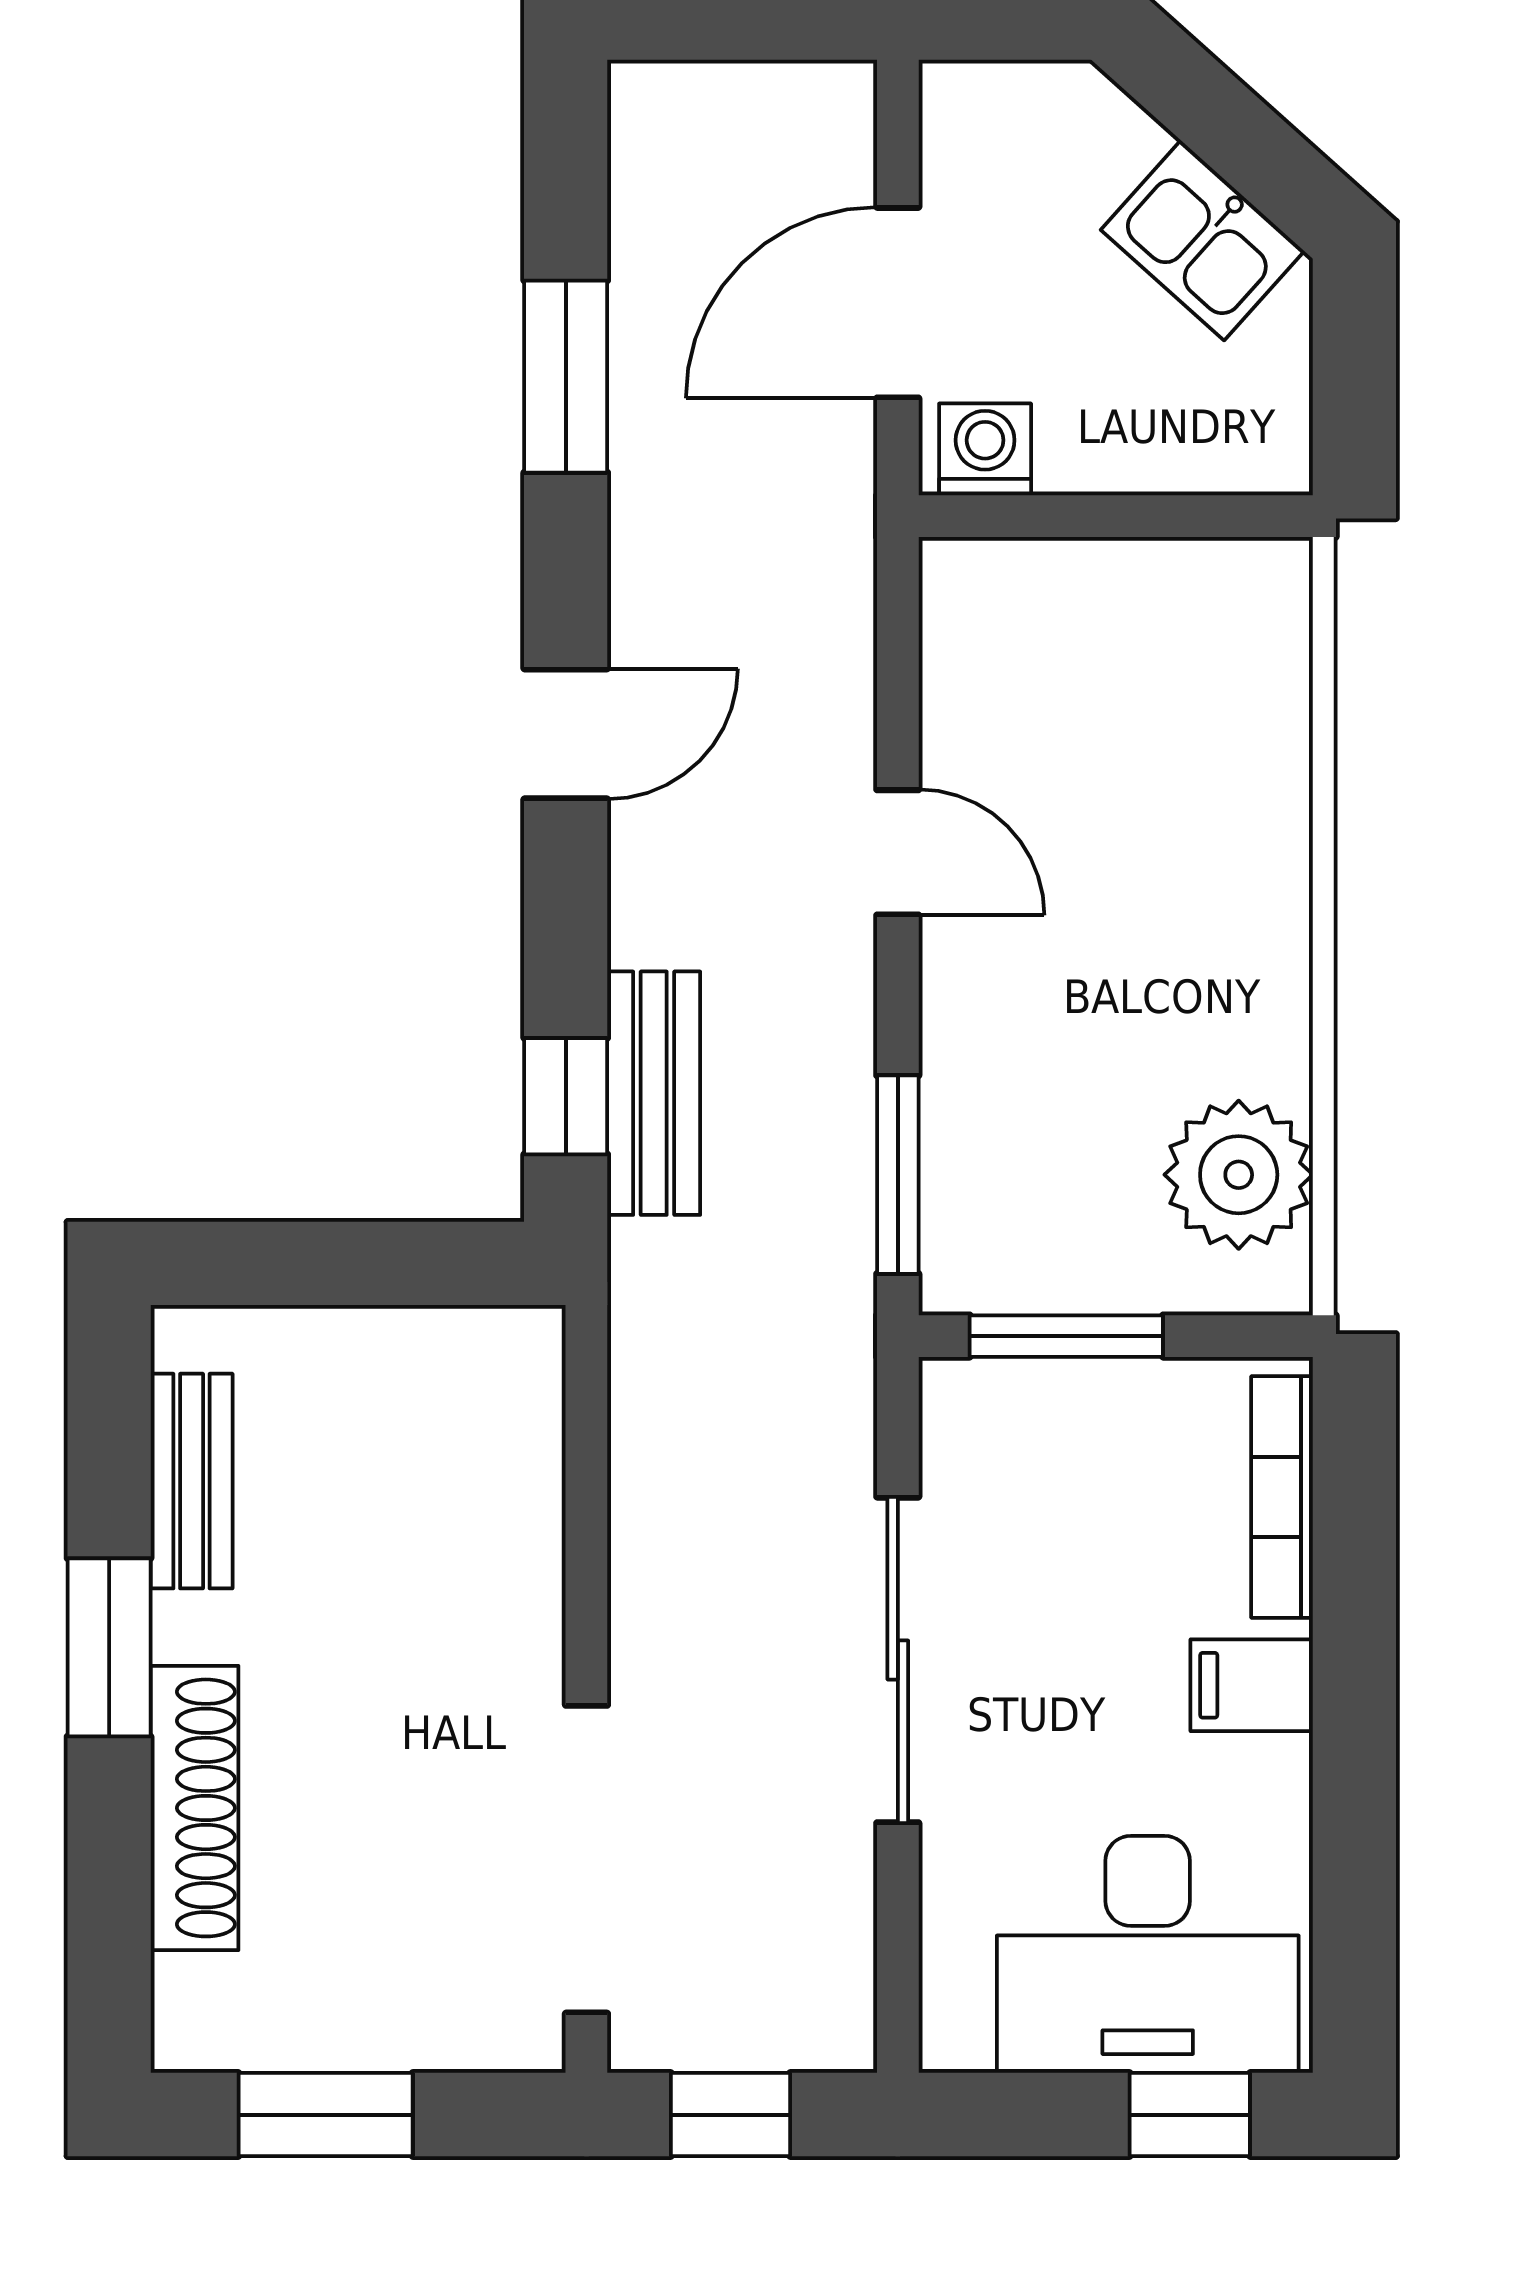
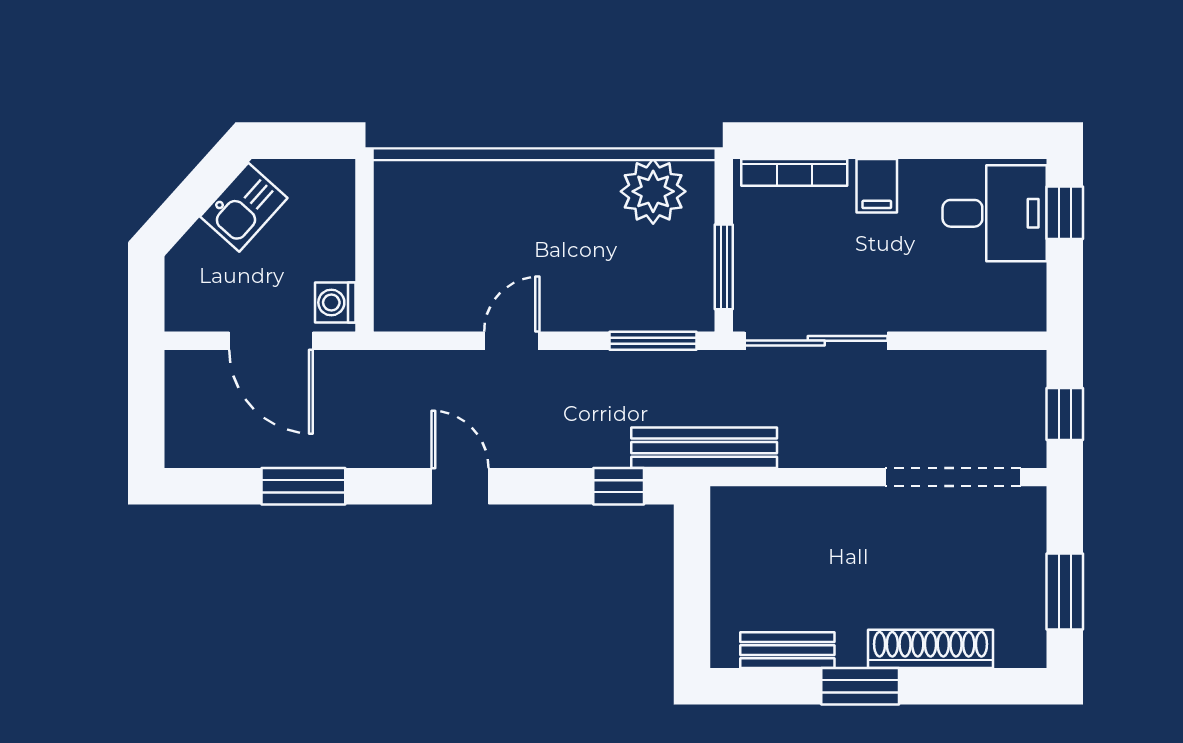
bench: (654, 1093) -> (704, 448), moved, width x1.36
sliding door: (898, 1660) -> (816, 341), moved
desk: (1148, 1954) -> (995, 213), width x0.73

